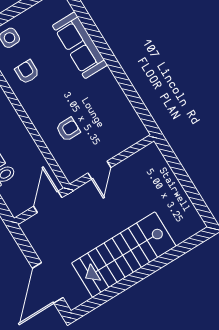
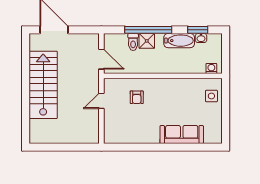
armchair: (27, 72) -> (185, 94), removed
door: (99, 170) -> (101, 101), hinge flipped

